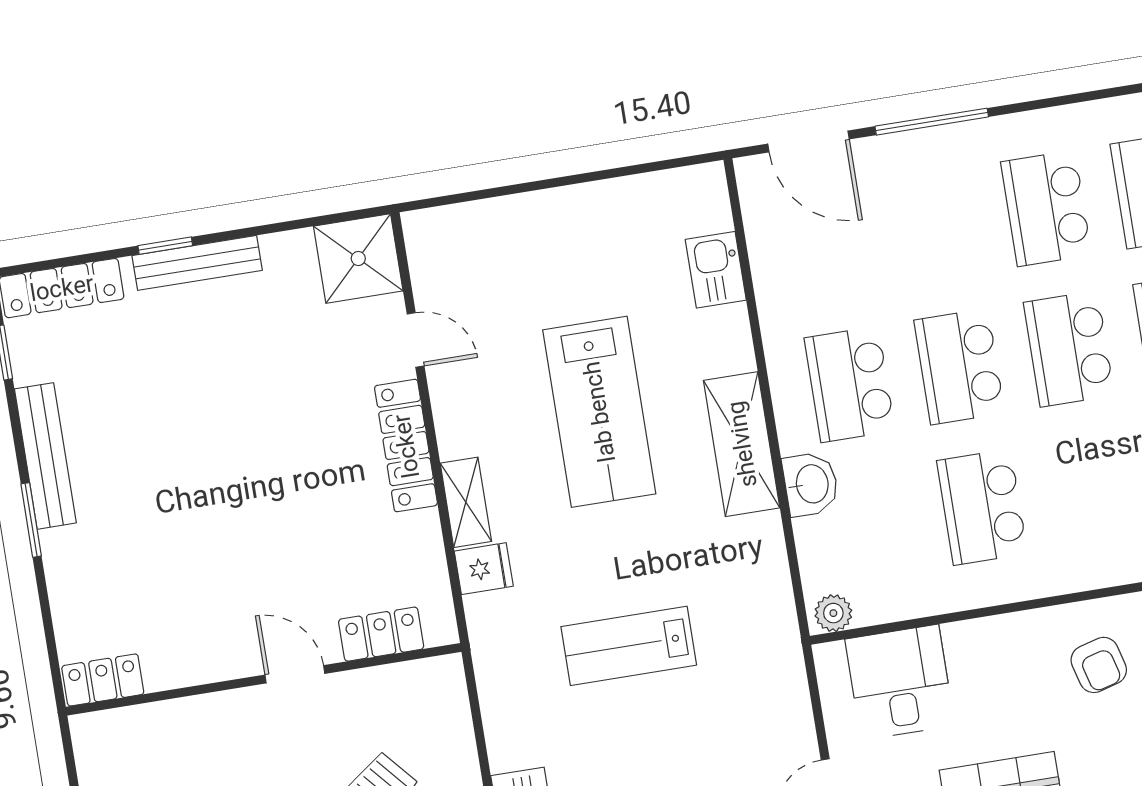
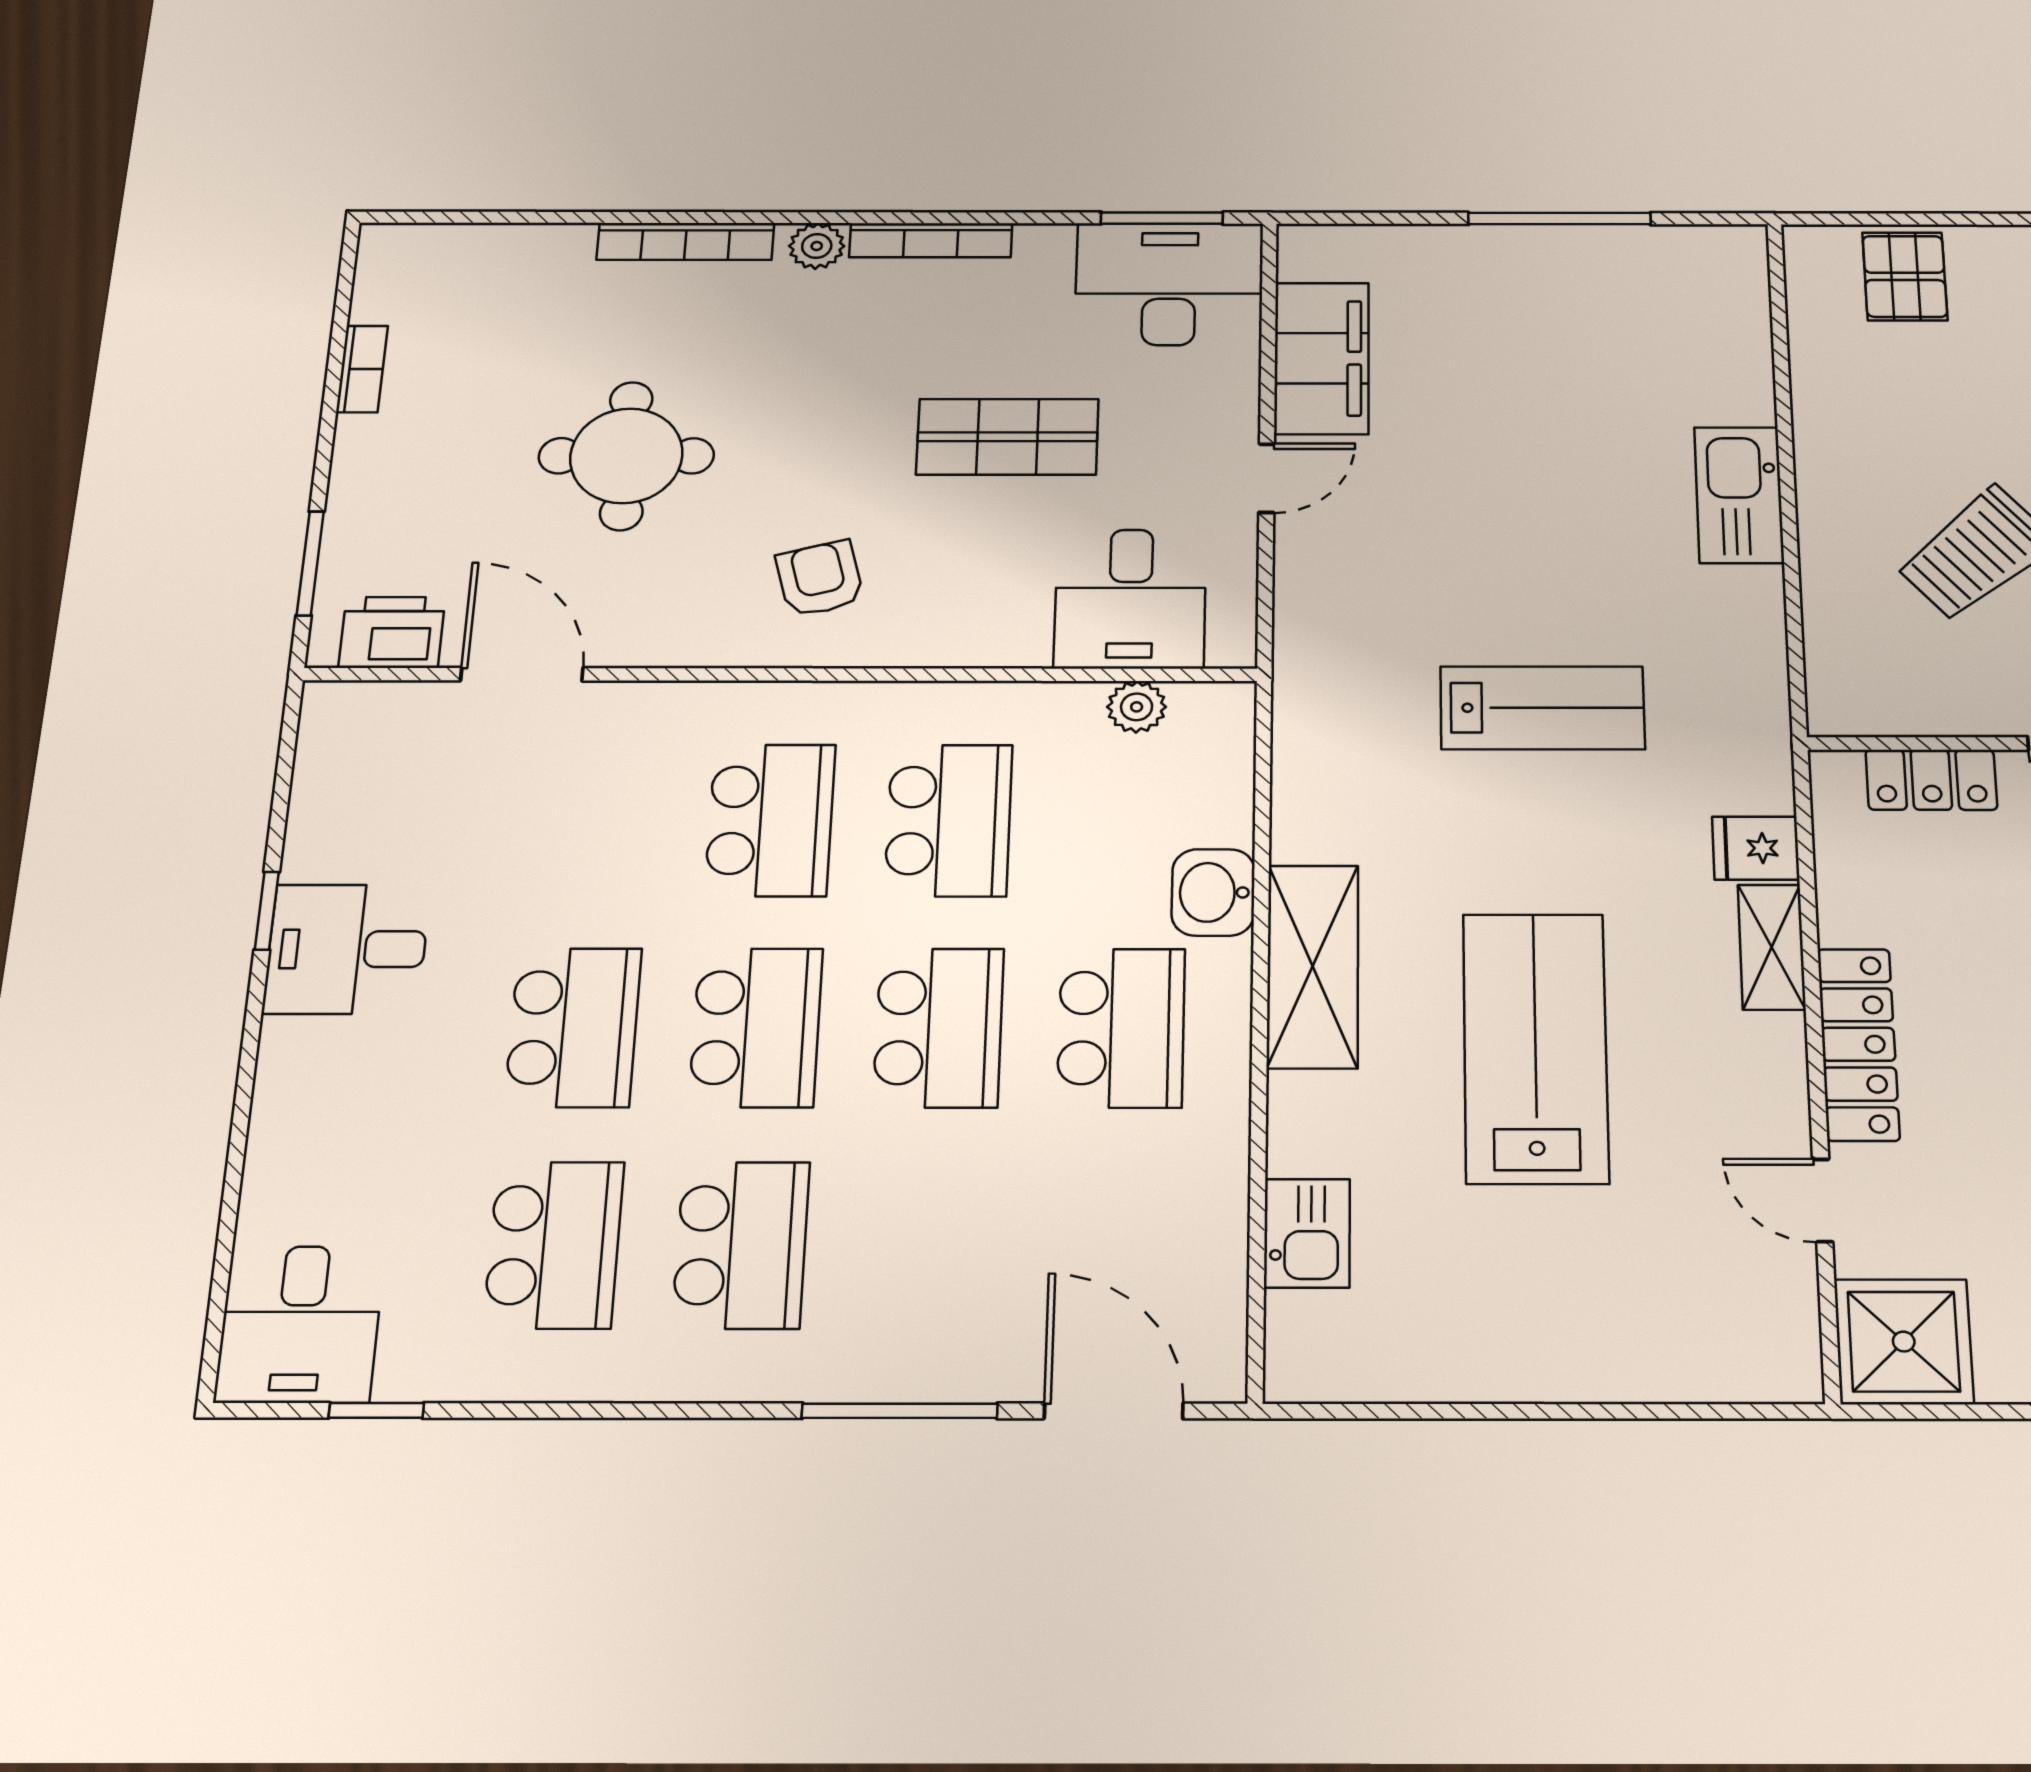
school desk: (1092, 489) -> (770, 820), added
plant: (833, 613) -> (1137, 707), moved

